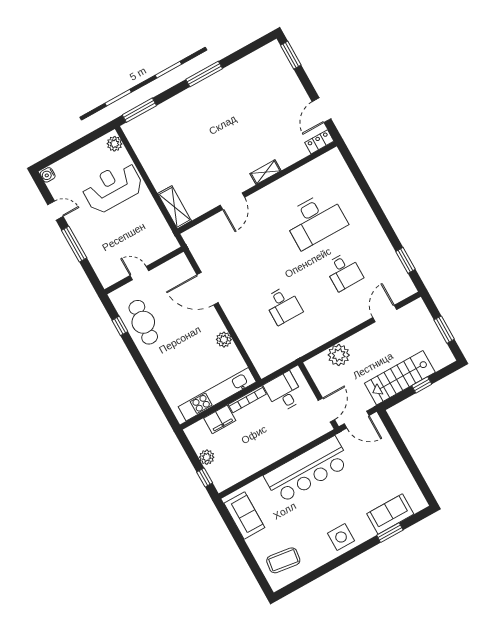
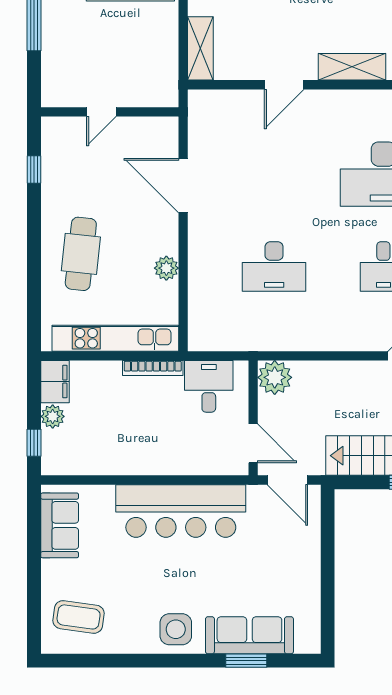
shelving: (265, 172) -> (352, 67), width x1.50, depth x1.33
door: (139, 273) -> (101, 112), swing flipped
desk: (283, 305) -> (274, 266), width x1.37
cafe table: (143, 322) -> (81, 254), moved
plant: (339, 355) -> (275, 377), moved
door: (326, 410) -> (253, 443), hinge flipped
filing cabinet: (220, 419) -> (55, 382), moved, turned -90
sofa: (390, 514) -> (249, 635), width x1.36

